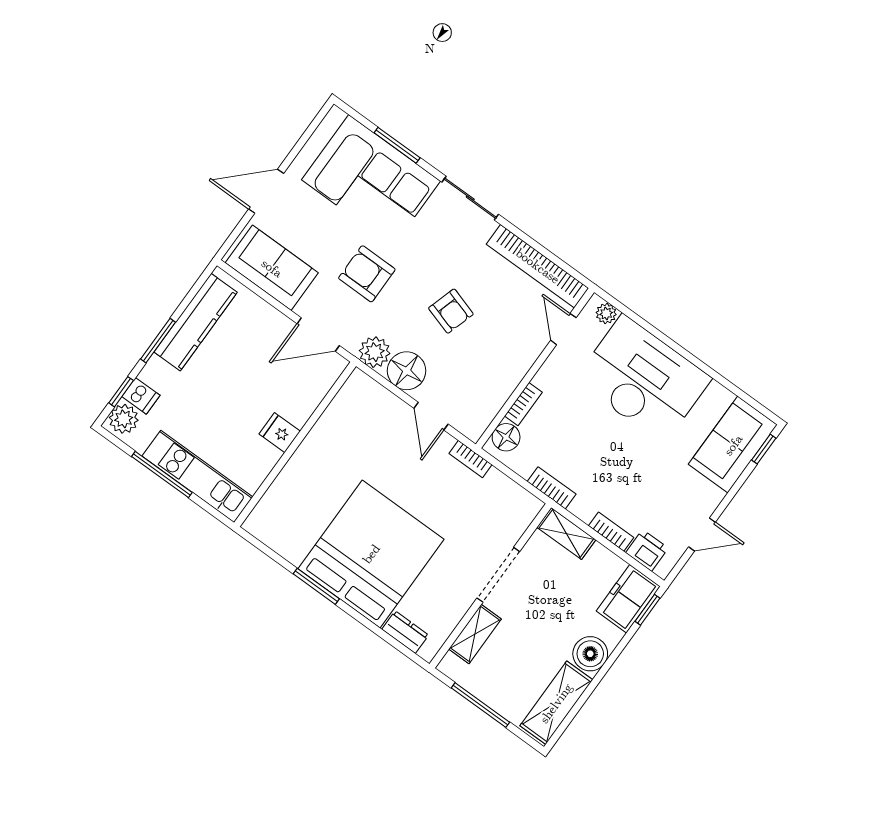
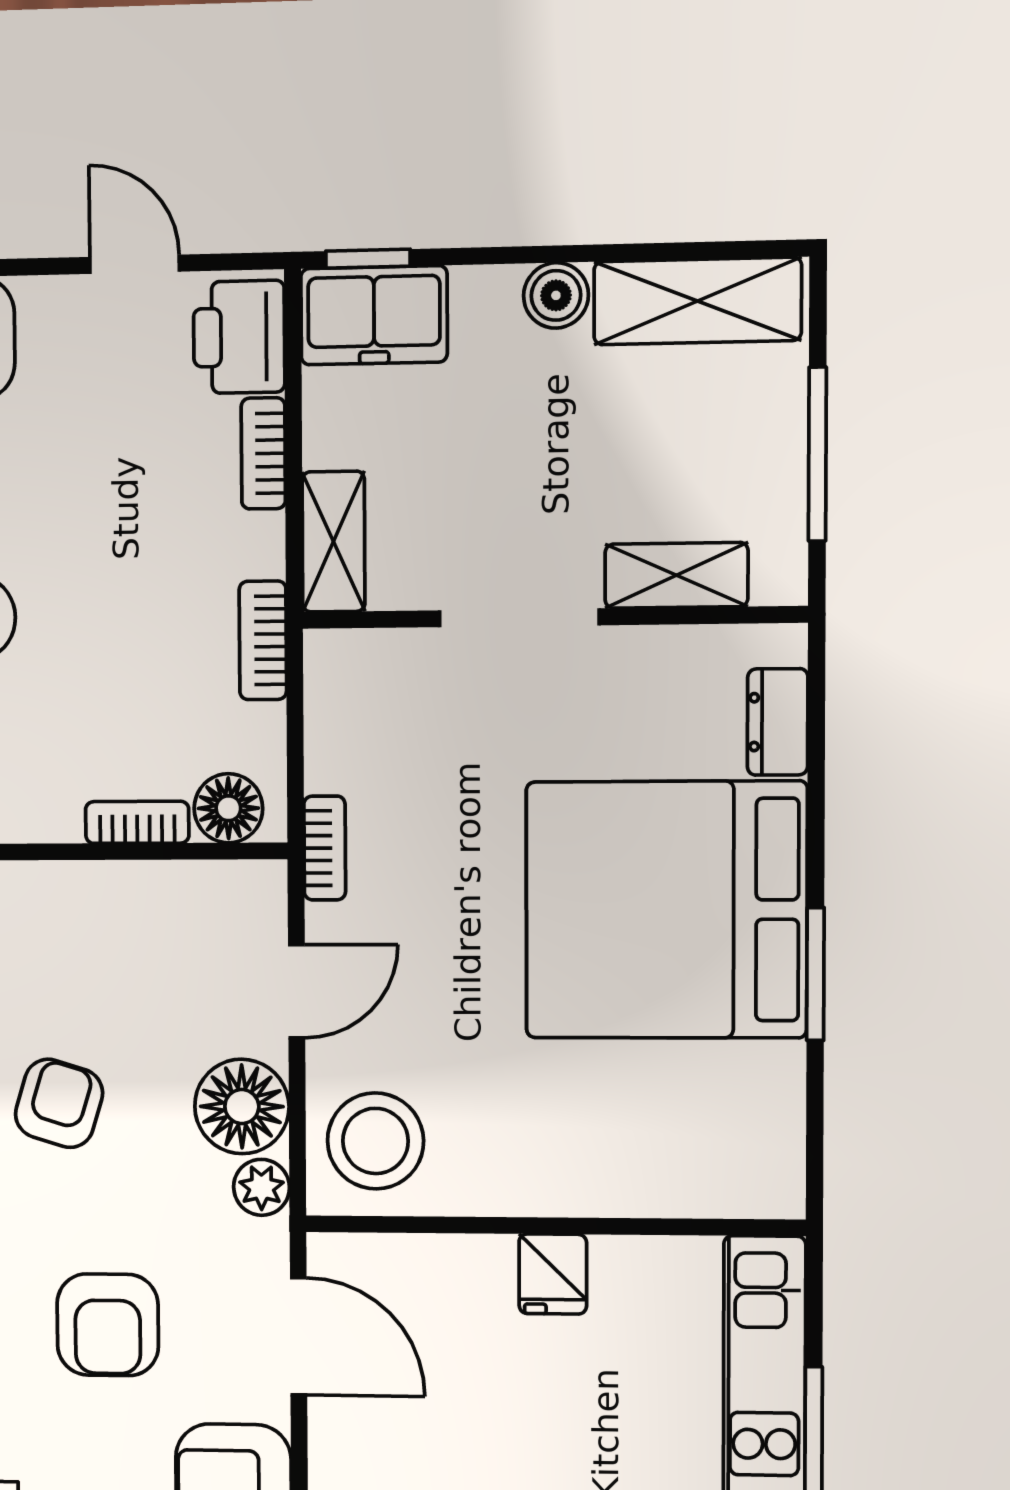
plant: (375, 352) -> (262, 1187), width x0.73, depth x0.73
stool: (364, 406) -> (376, 1141), added
printer: (647, 550) -> (239, 337), width x1.36, depth x1.24
boiler: (590, 654) -> (556, 295), width x0.73, depth x0.73

